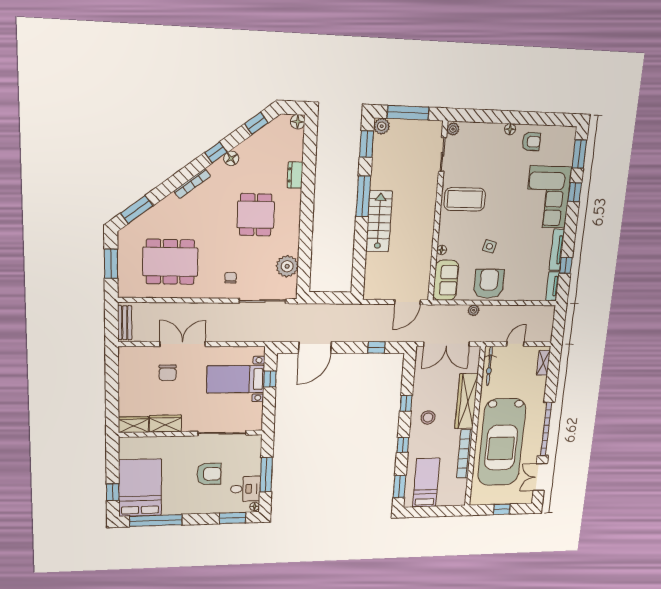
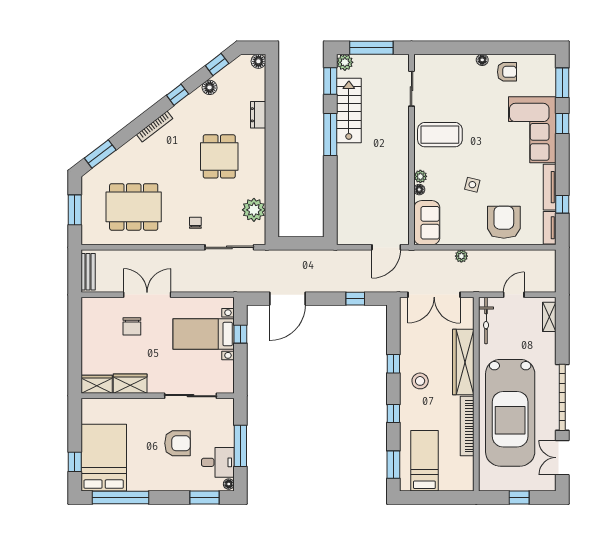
plant: (453, 129) -> (420, 176), moved
floor lamp: (231, 158) -> (210, 87), moved
stairs: (379, 221) -> (349, 111), moved
armchair: (489, 284) -> (504, 222), moved

